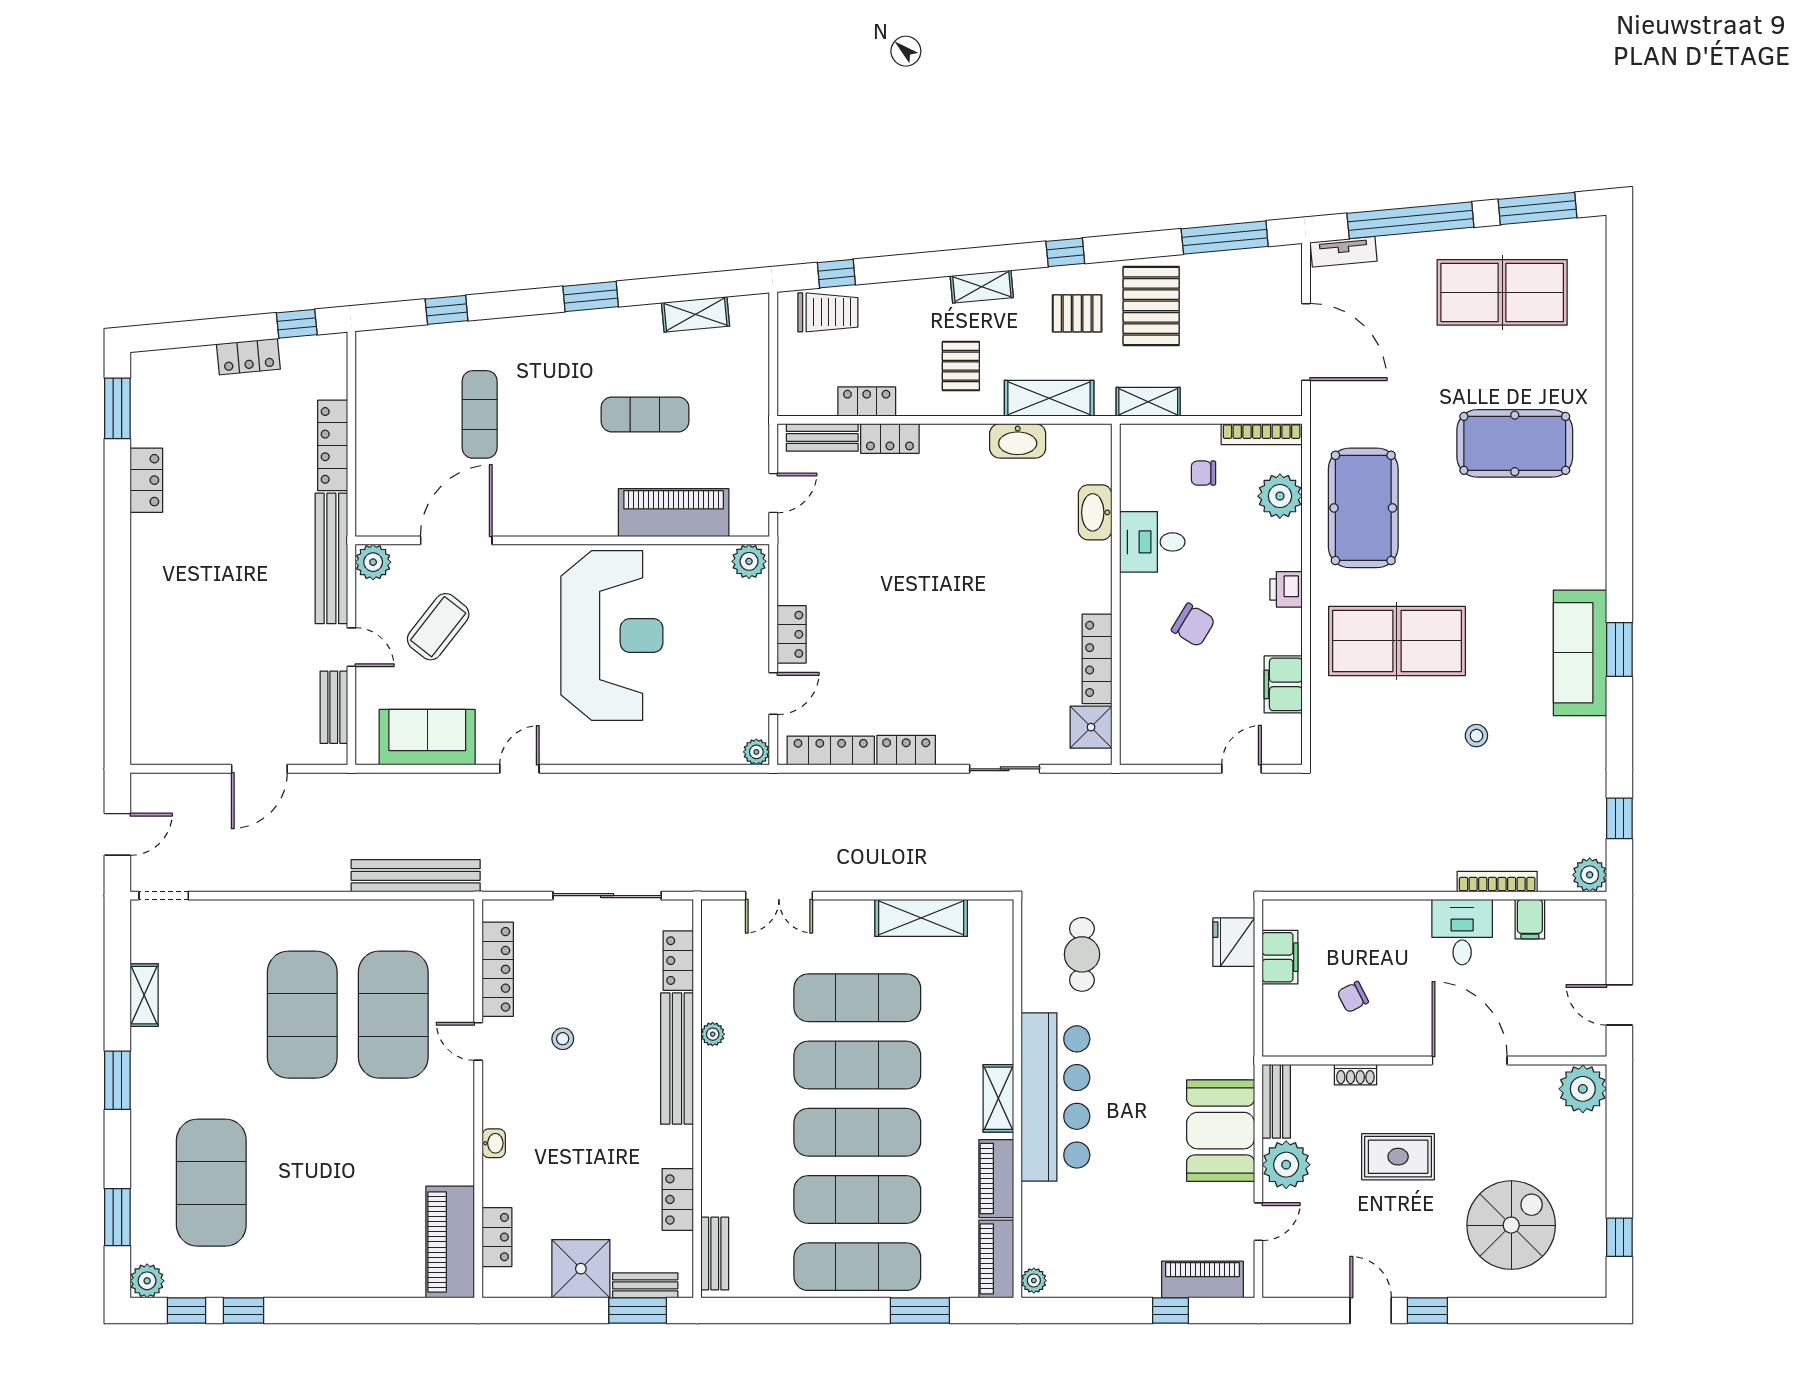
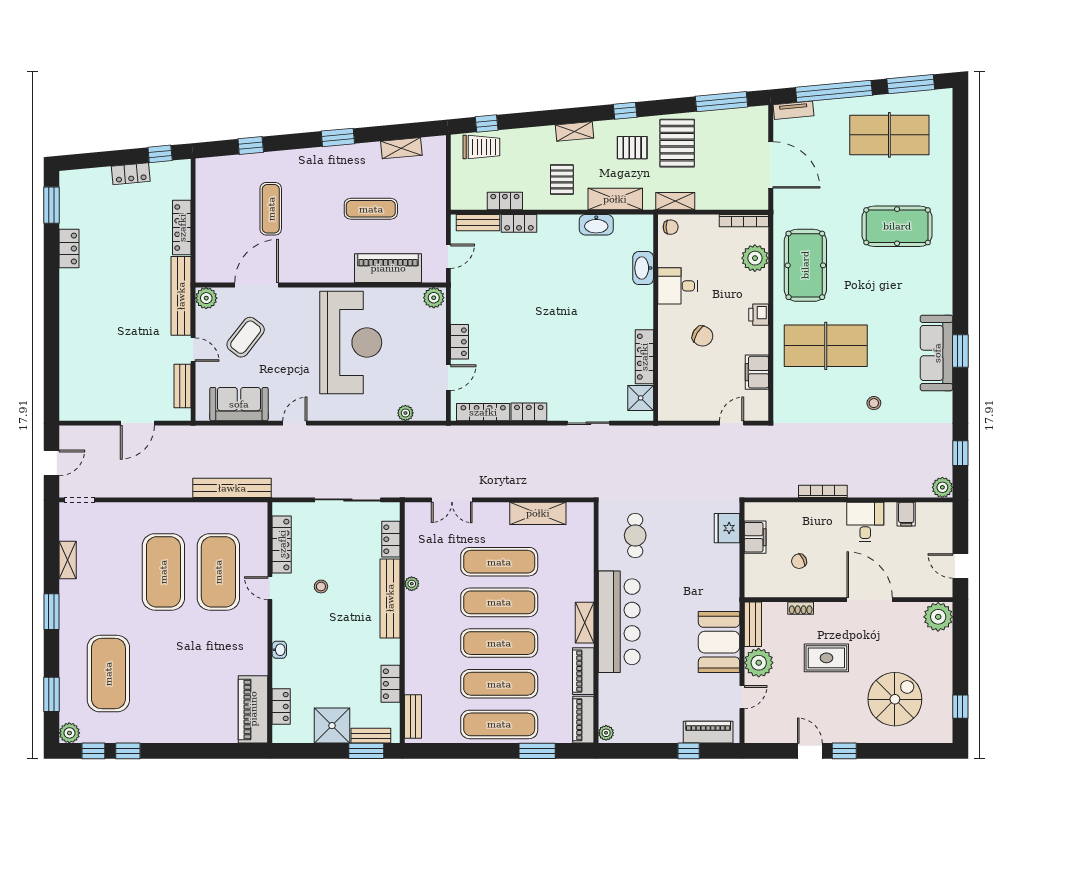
chair: (1203, 473) -> (671, 227), moved, turned 180
plant: (756, 752) -> (405, 413), moved
bookcase: (1497, 882) -> (823, 491), moved

